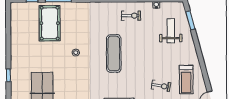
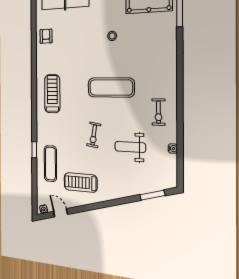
weight bench: (171, 31) -> (130, 147), moved, turned 180
exercise bike: (161, 86) -> (94, 135), moved

